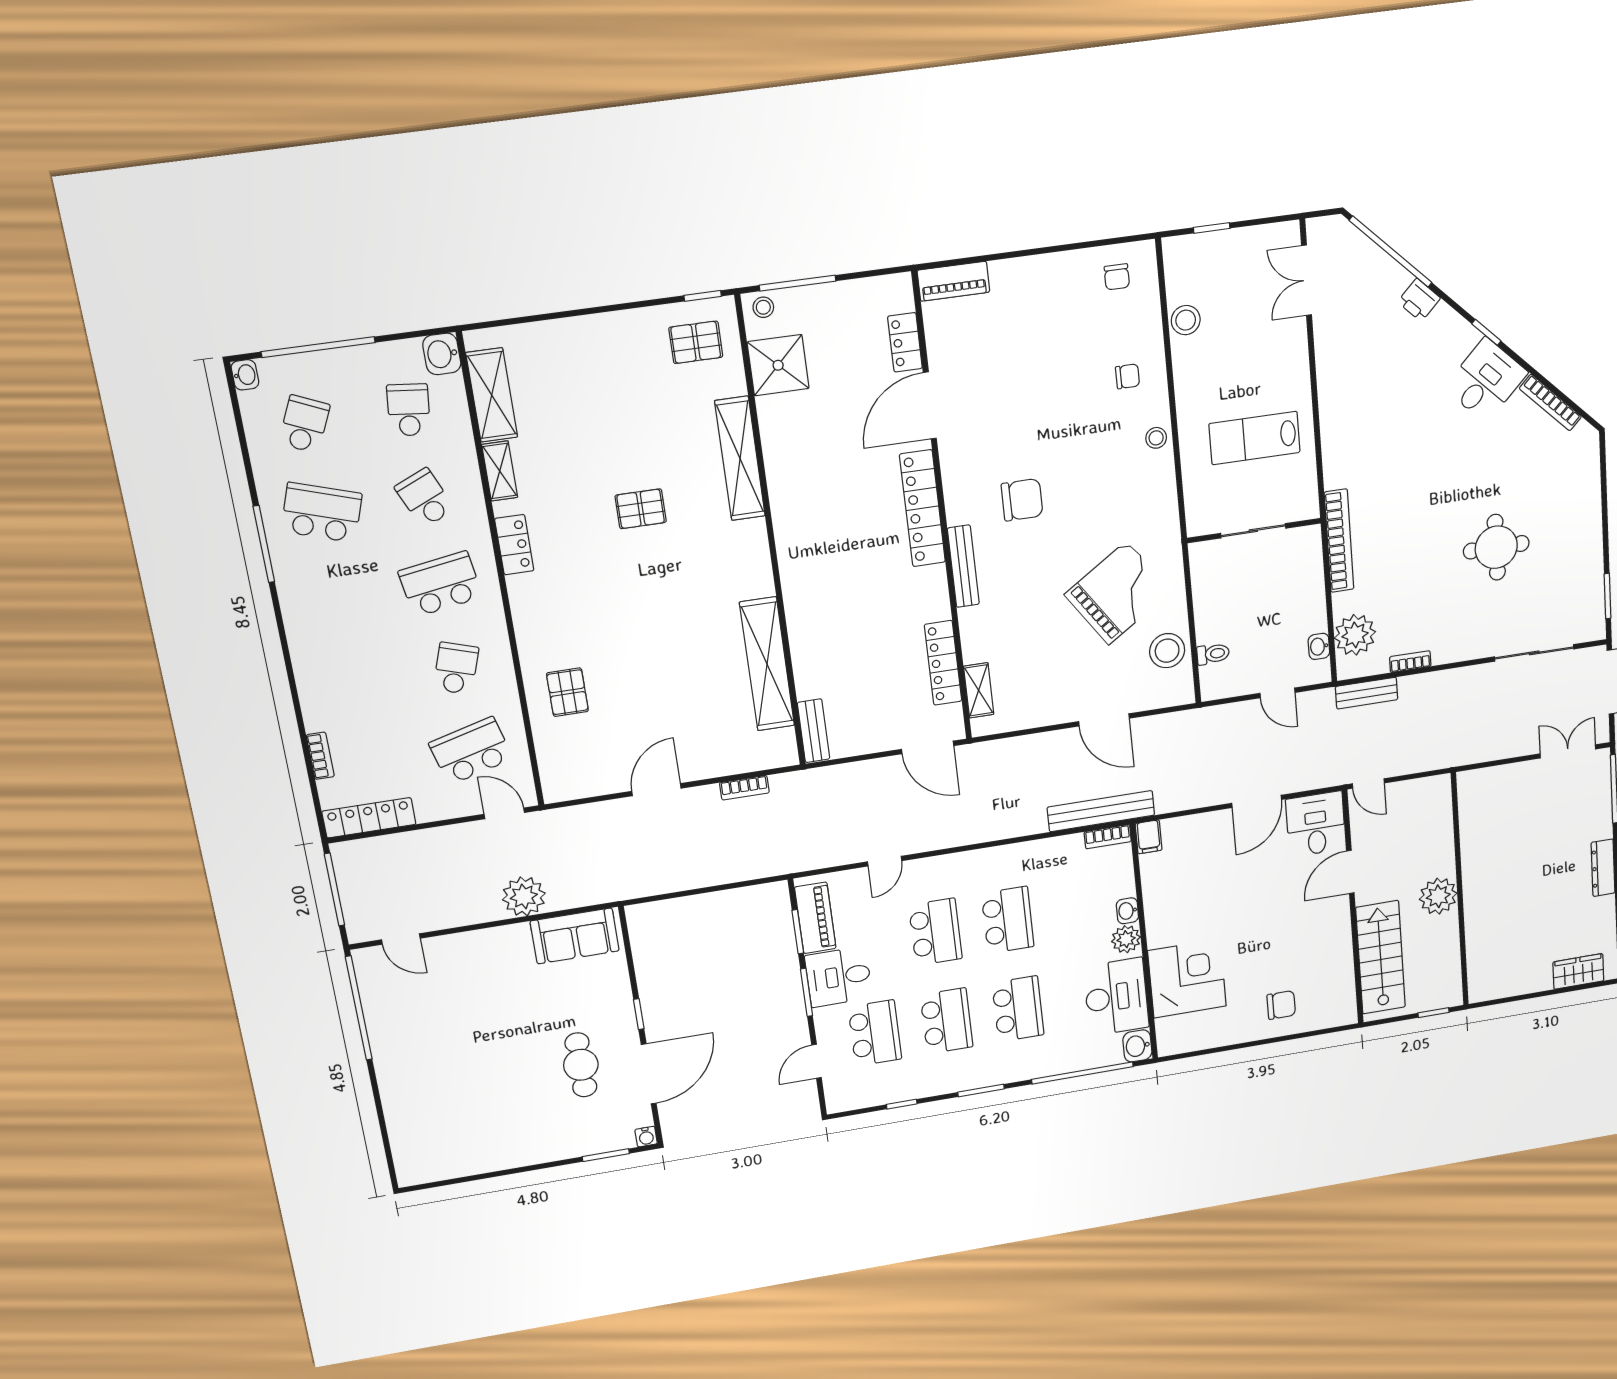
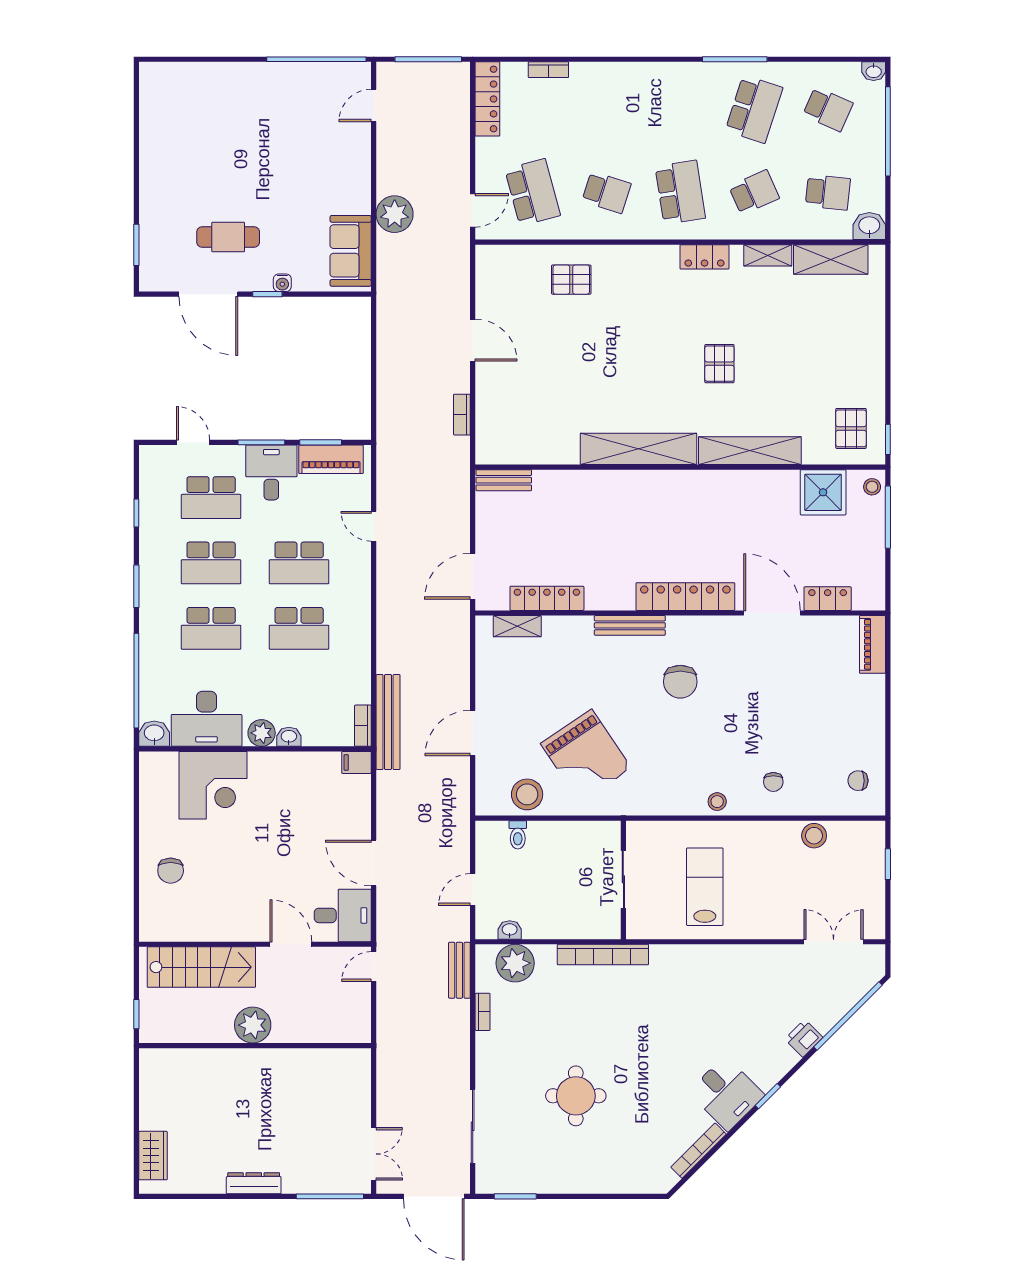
shelving: (767, 664) -> (638, 449), moved
water cooler: (646, 1137) -> (282, 283), moved, turned -90

